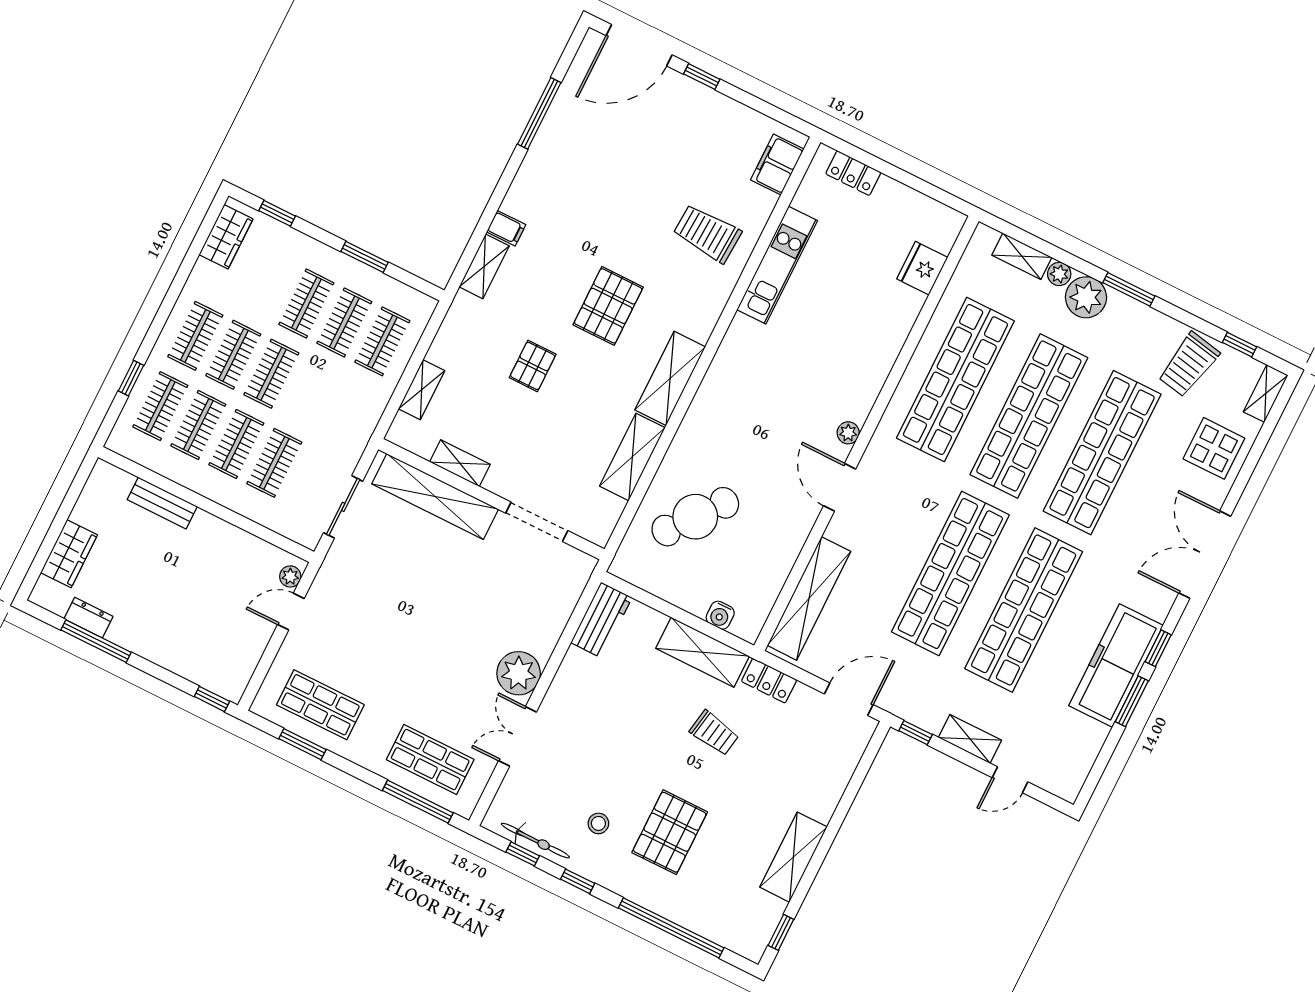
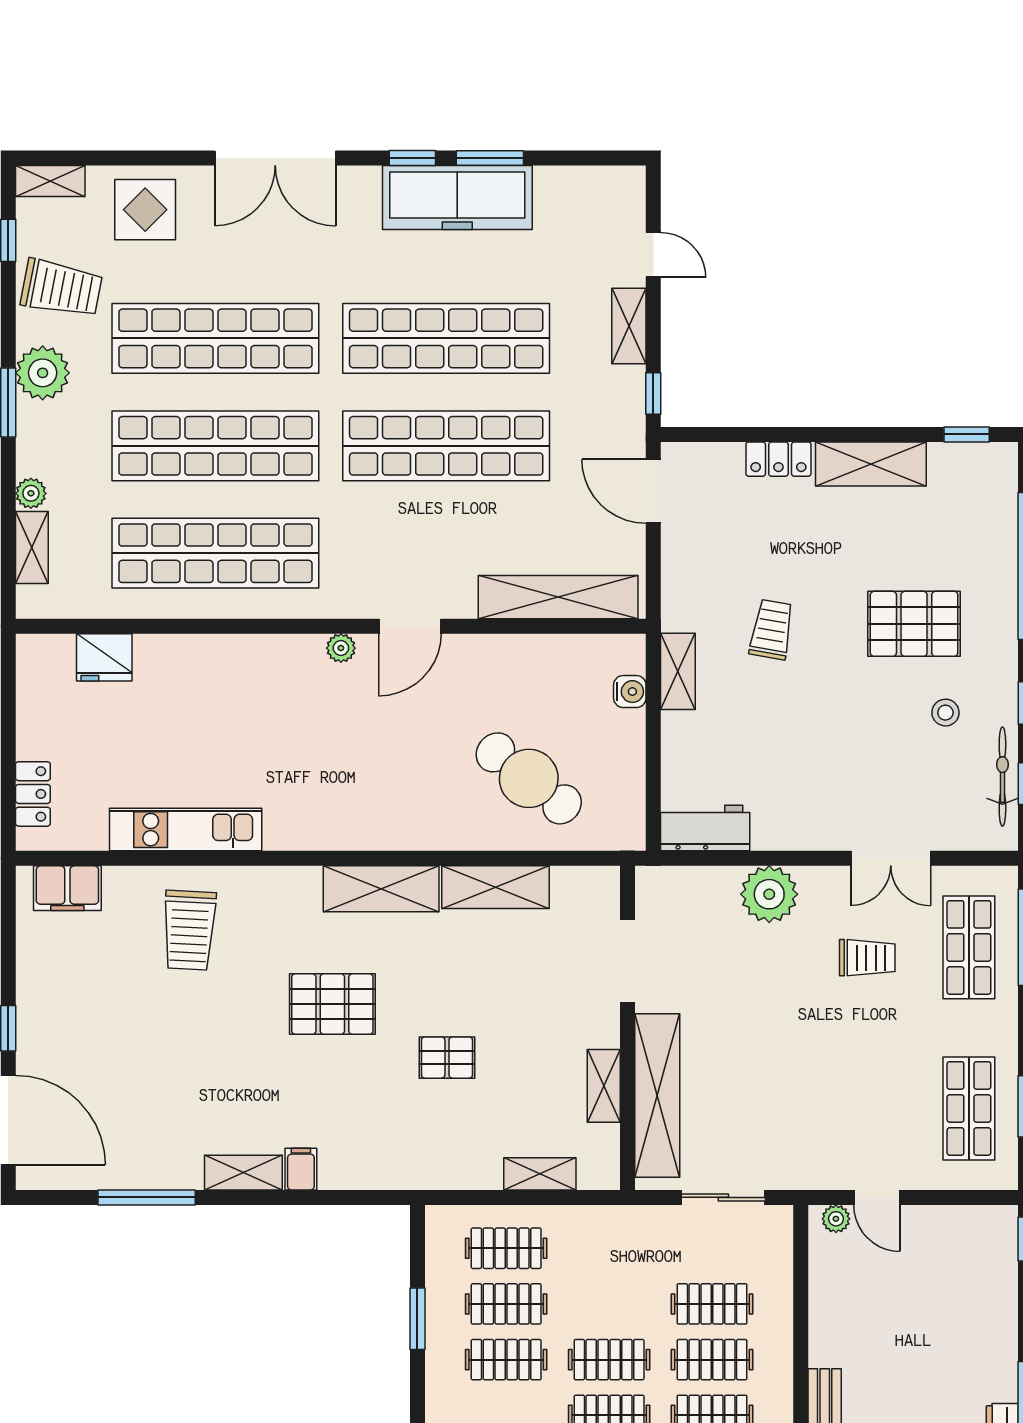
shelving: (484, 266) -> (243, 1173), moved
plant: (1086, 297) -> (43, 373), moved
shelving: (703, 652) -> (678, 671), width x0.67, depth x0.75
plant: (519, 673) -> (769, 894), moved
locker: (769, 681) -> (778, 459), moved, turned 90
trolley: (458, 687) -> (867, 958), added

